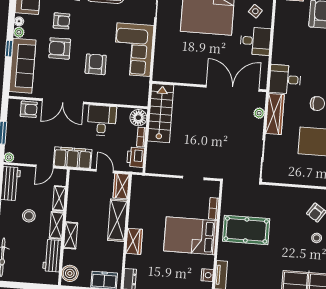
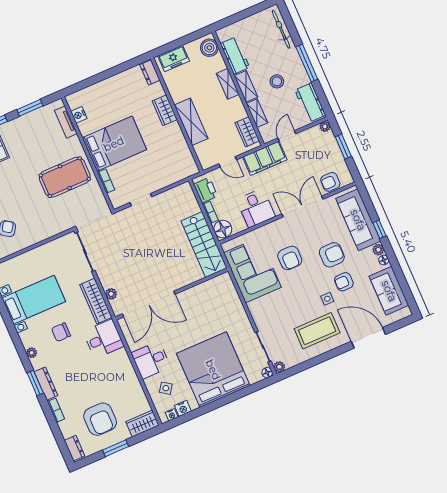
side table: (83, 14) -> (327, 299), added
corner sofa: (134, 50) -> (252, 270), moved
wardrobe: (121, 186) -> (247, 132), moved, turned 180

